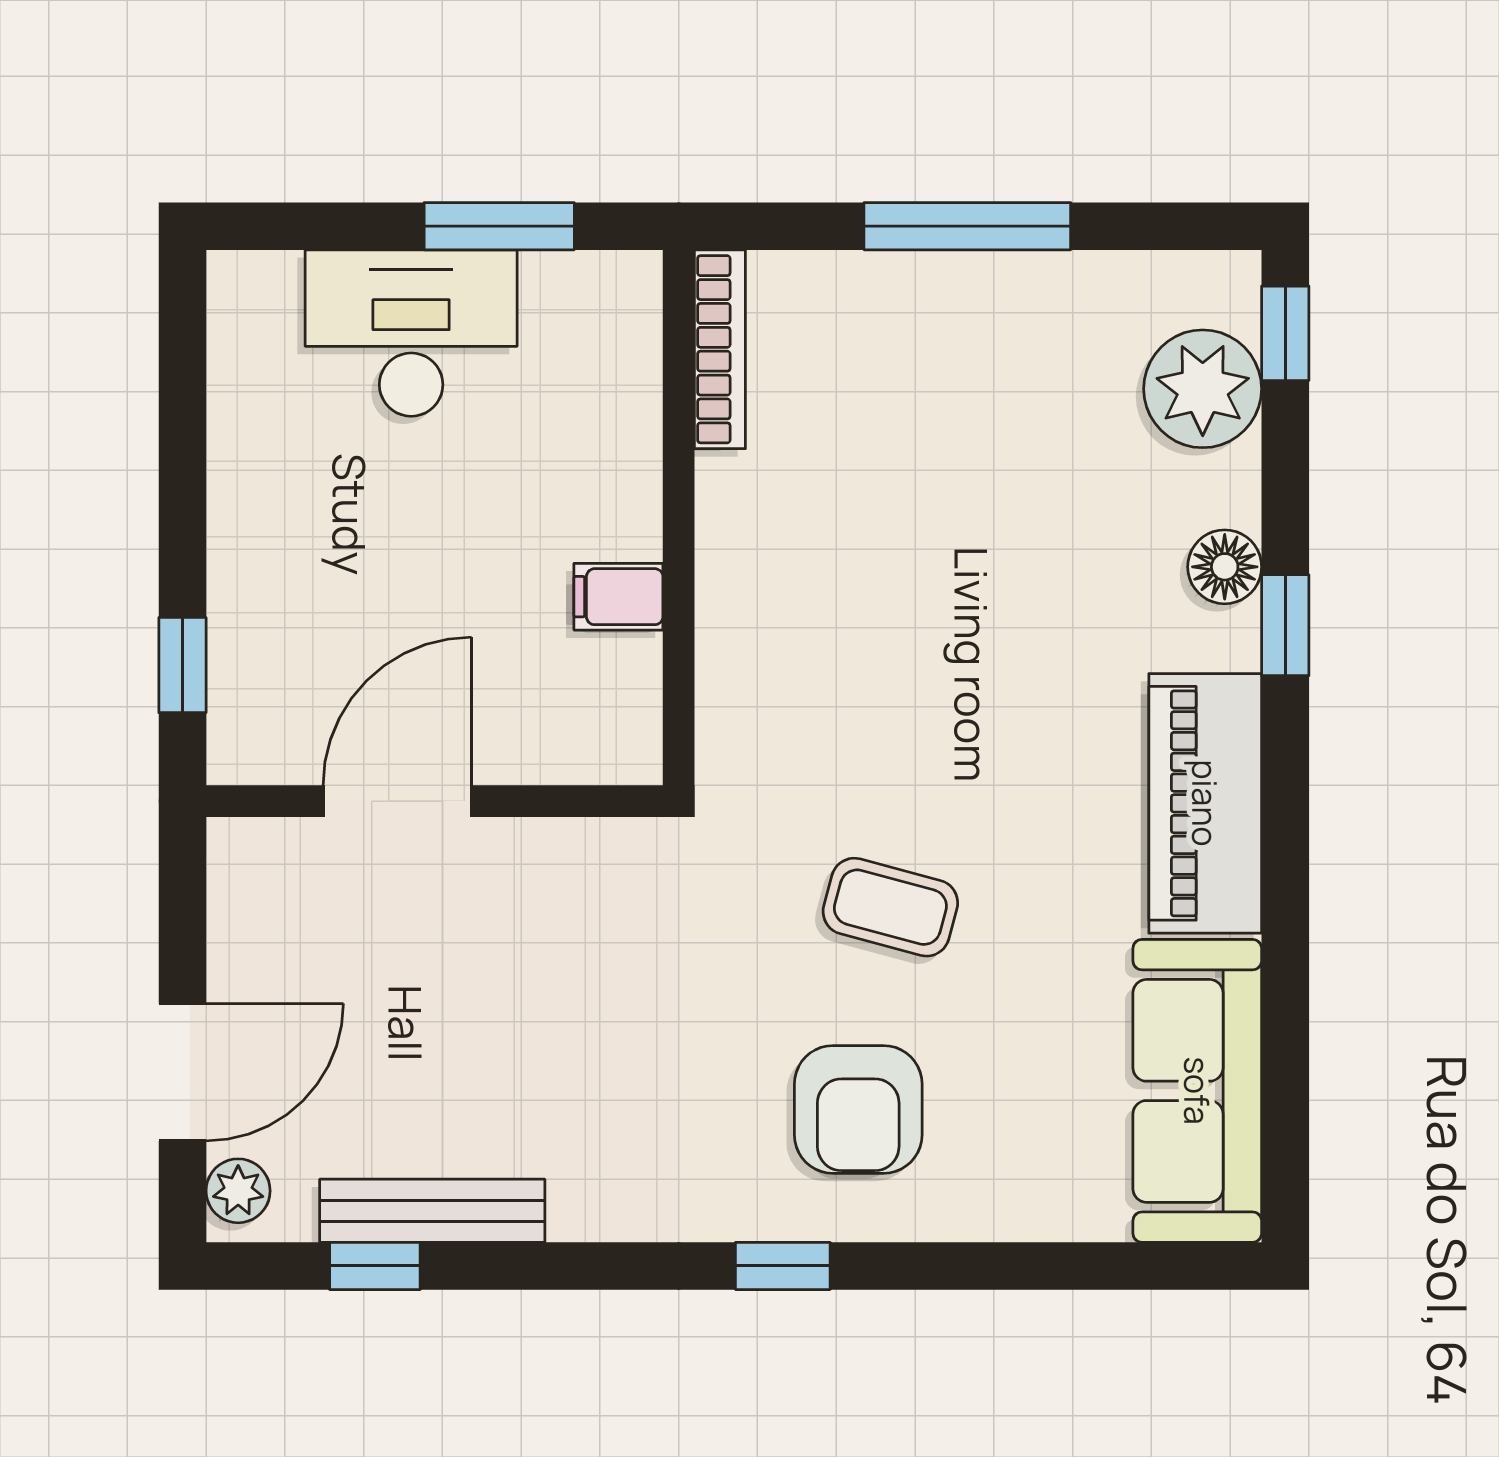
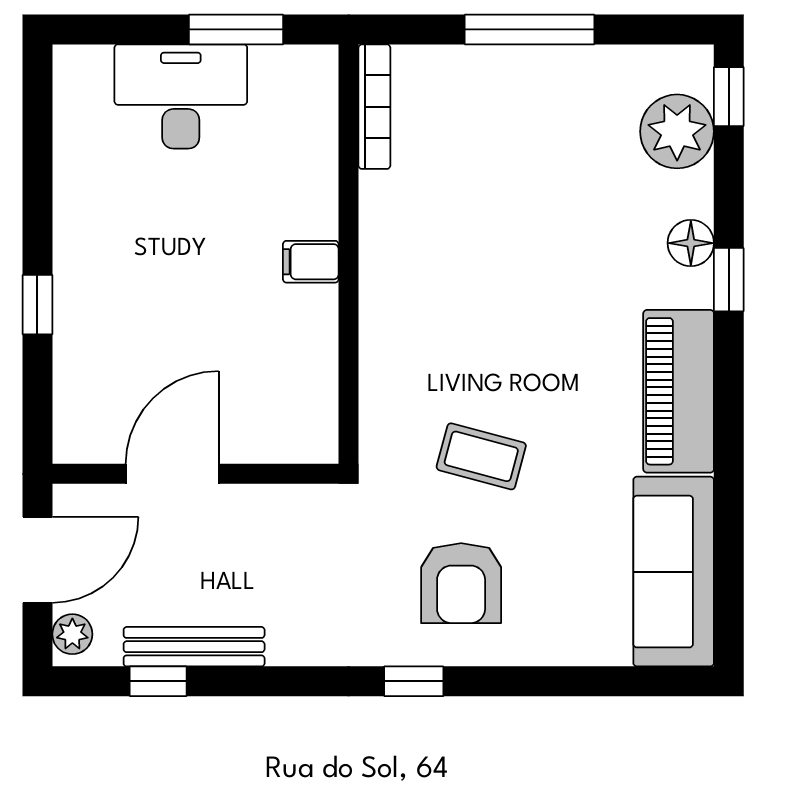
door: (397, 801) -> (172, 474), moved
wall: (435, 801) -> (195, 474), moved

